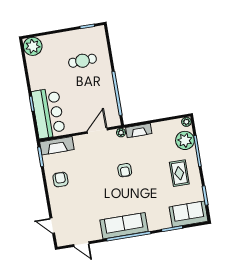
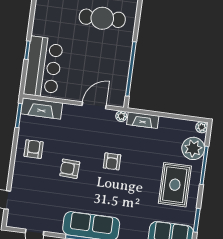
cafe table: (82, 61) -> (102, 18), width x1.37, depth x1.35
rug: (179, 173) -> (175, 185), width x1.36, depth x1.43
armchair: (94, 186) -> (70, 169), added

